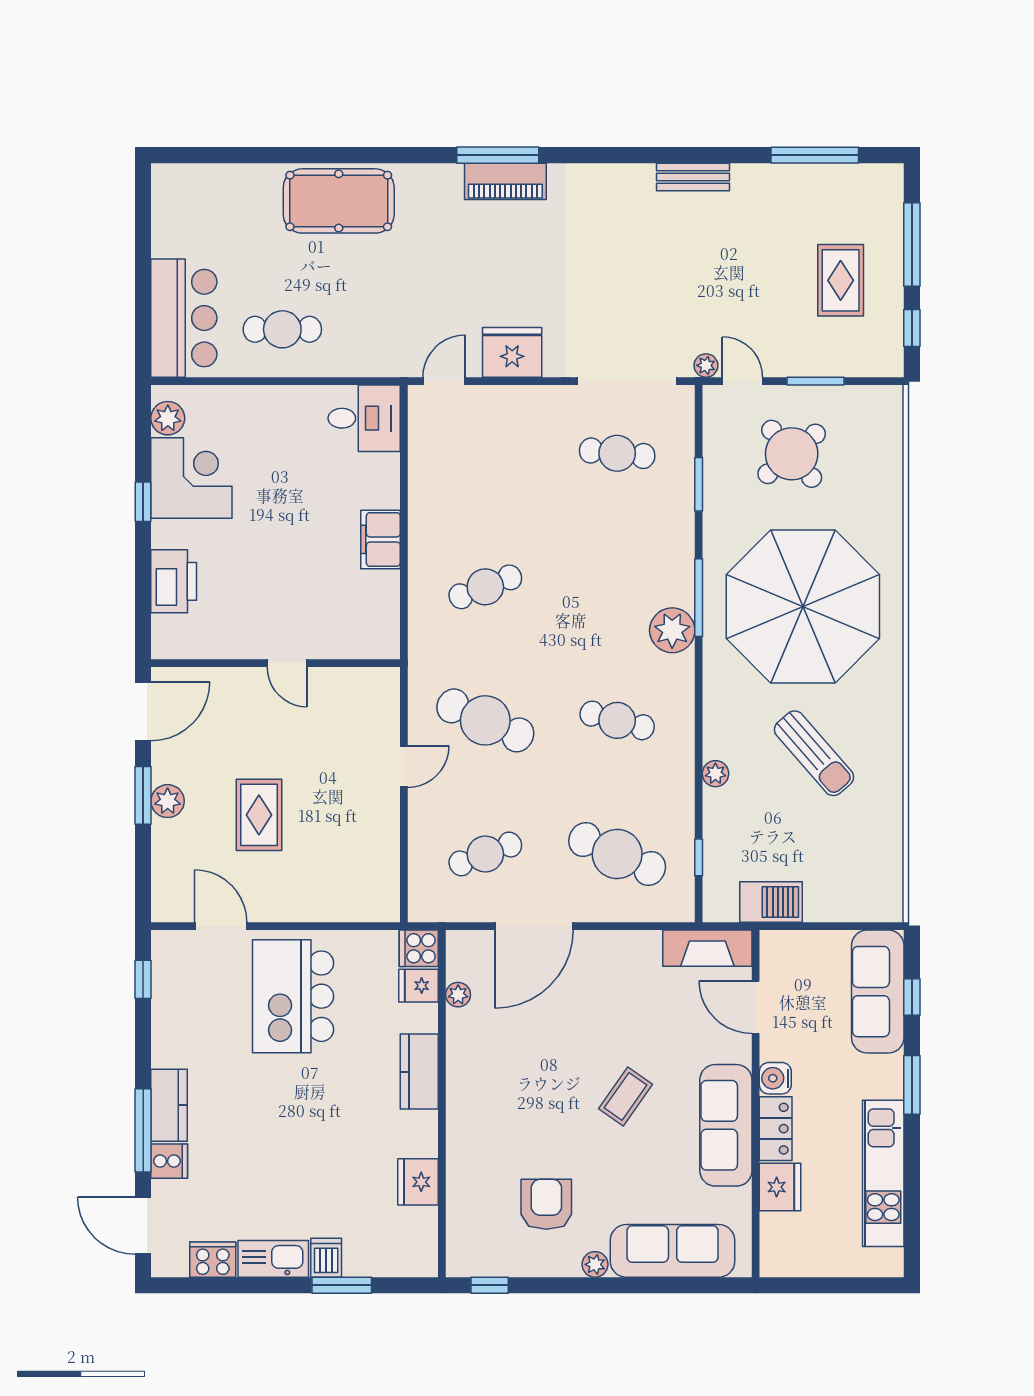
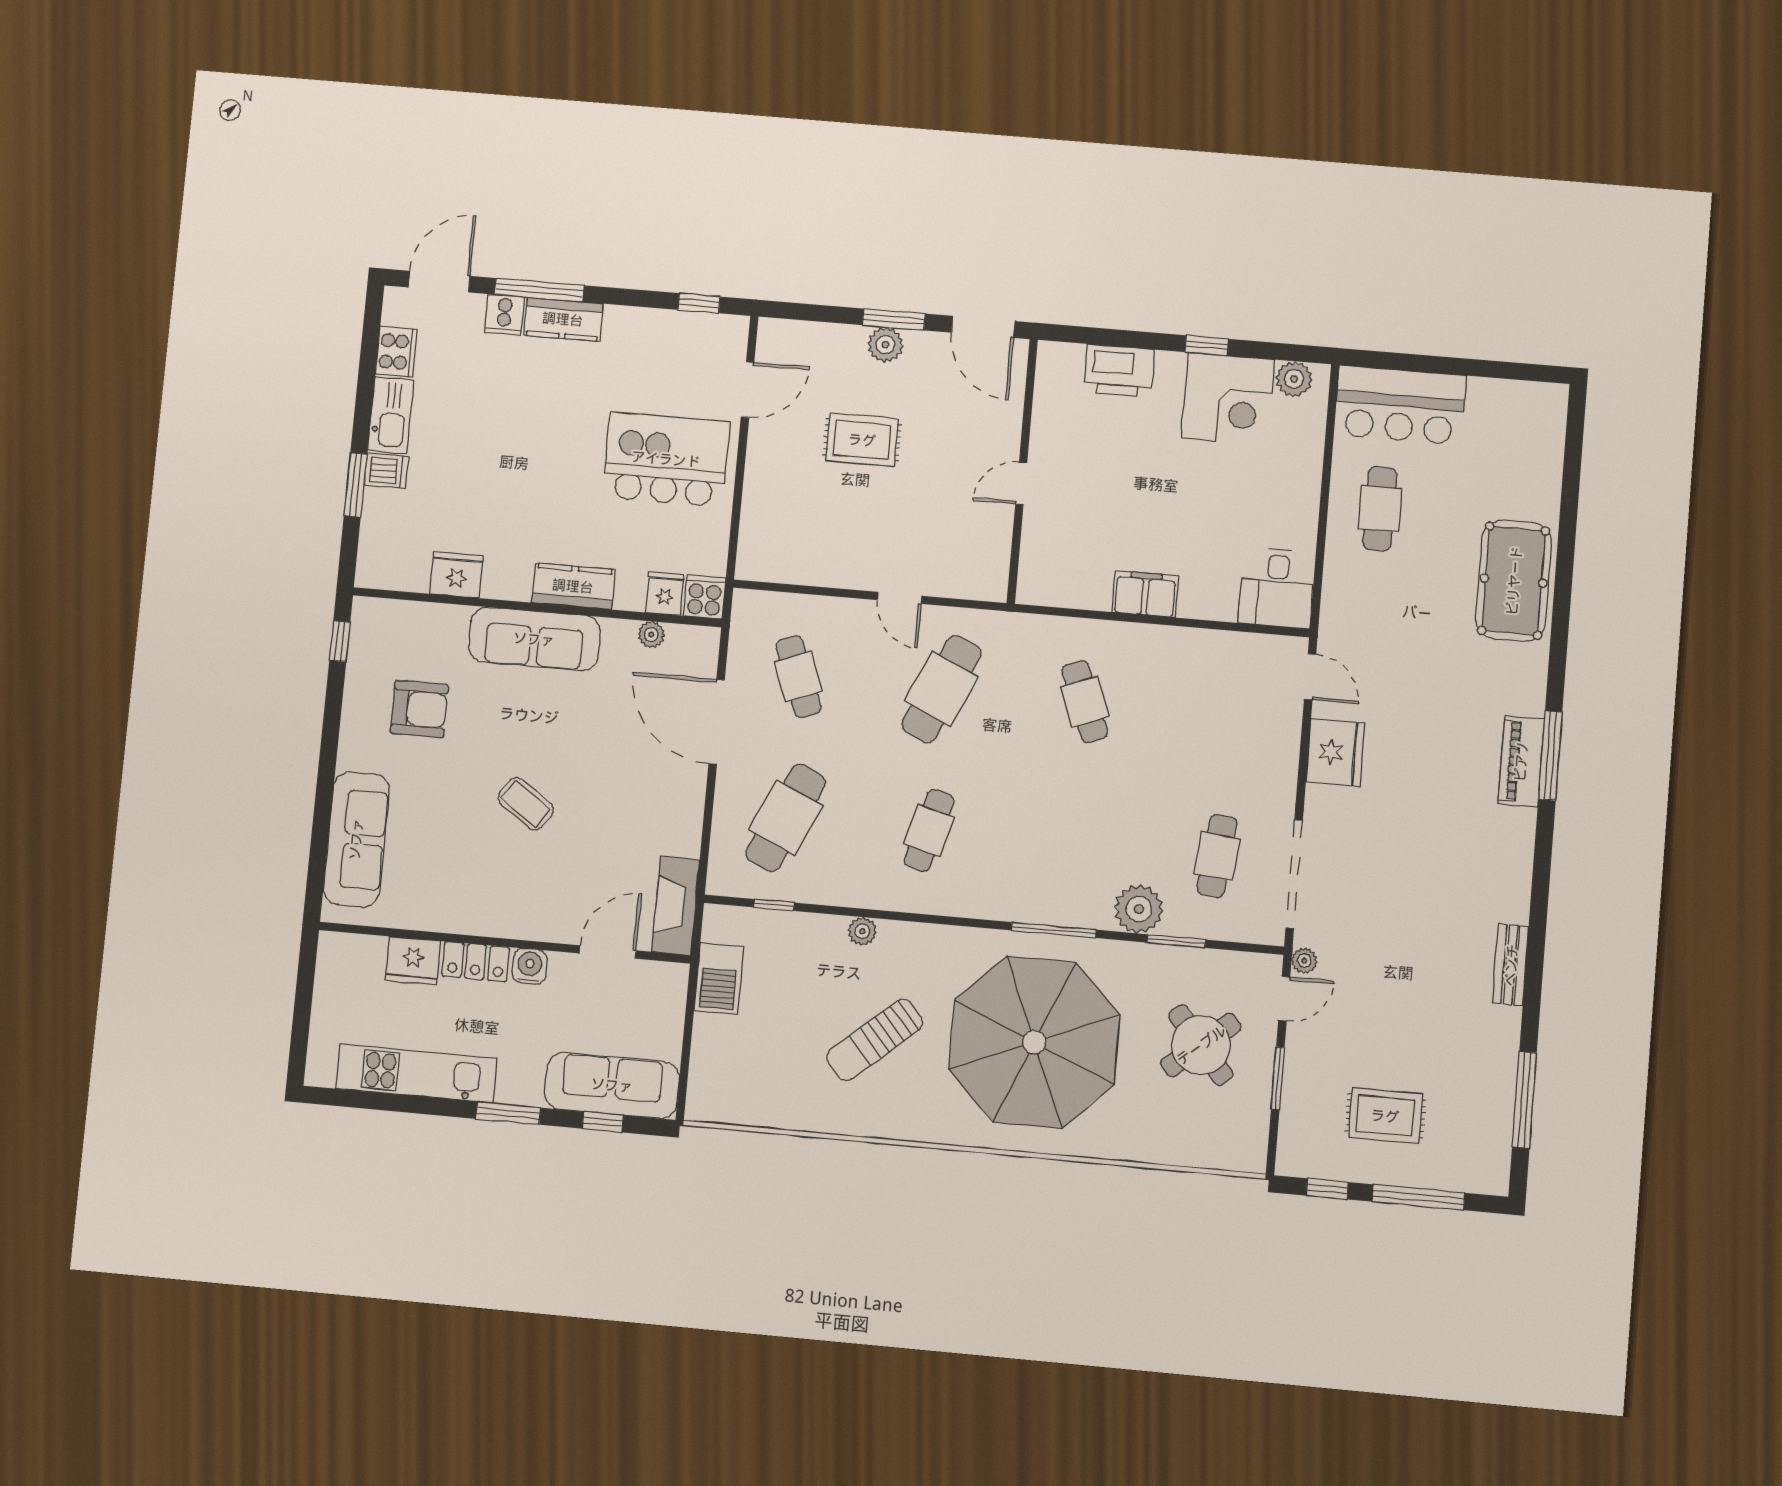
plant: (672, 630) -> (1139, 909), moved
sofa: (726, 1125) -> (534, 639), moved, turned 180
plant: (595, 1264) -> (350, 755), removed

